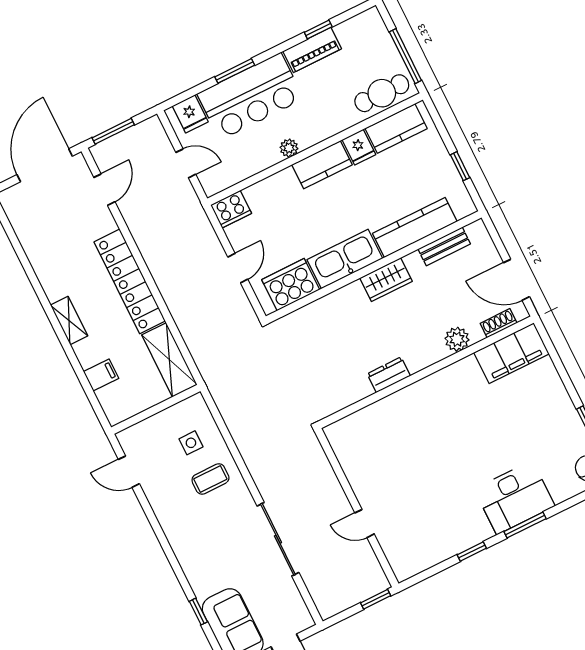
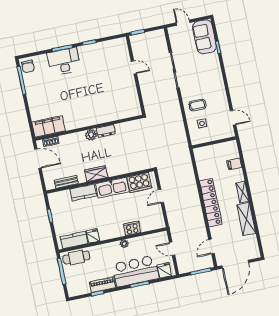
kitchen counter: (322, 165) -> (111, 232), removed
cooker: (231, 209) -> (132, 228), moved
kitchen counter: (415, 227) -> (83, 192), width x0.67
plant: (457, 339) -> (91, 135), moved
shelving: (169, 360) -> (246, 219), moved

